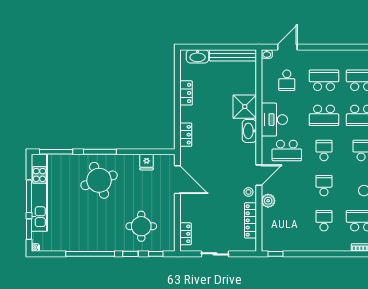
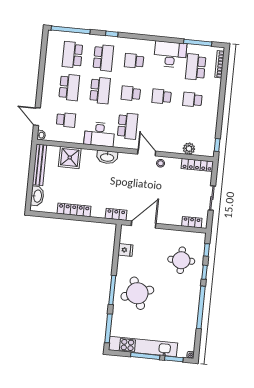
school desk: (324, 80) -> (69, 87), turned 180
locker: (186, 93) -> (74, 210), width x1.53
shower: (245, 107) -> (70, 157), moved
locker: (186, 135) -> (116, 214), moved
plant: (268, 201) -> (189, 149), moved
locker: (251, 220) -> (197, 165), moved

